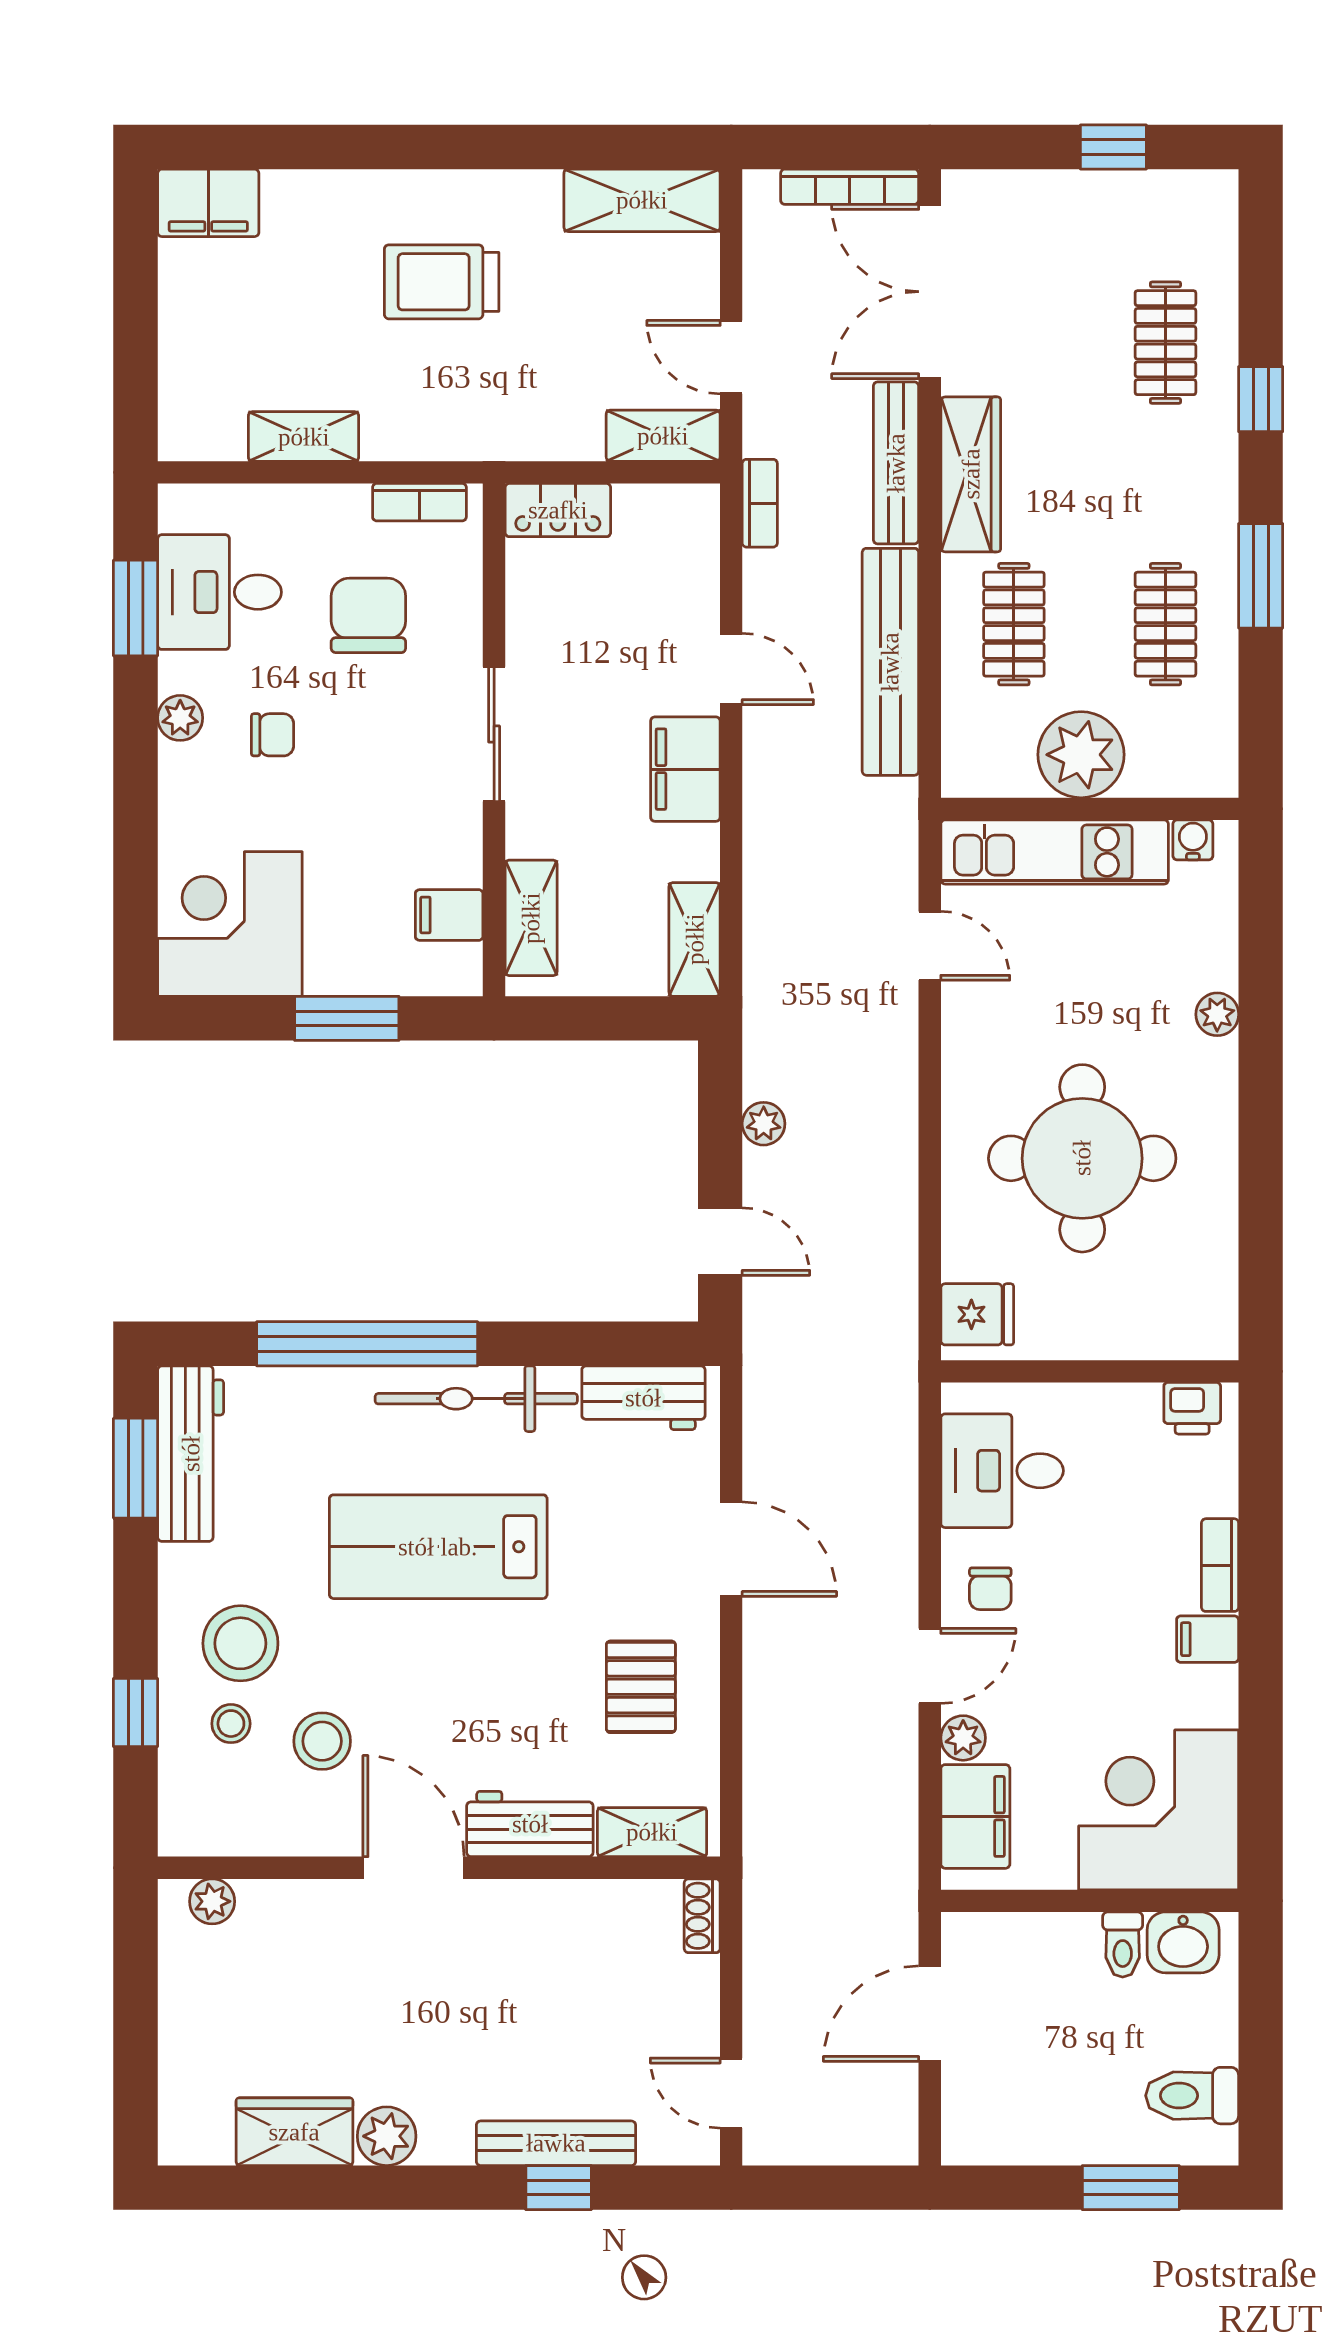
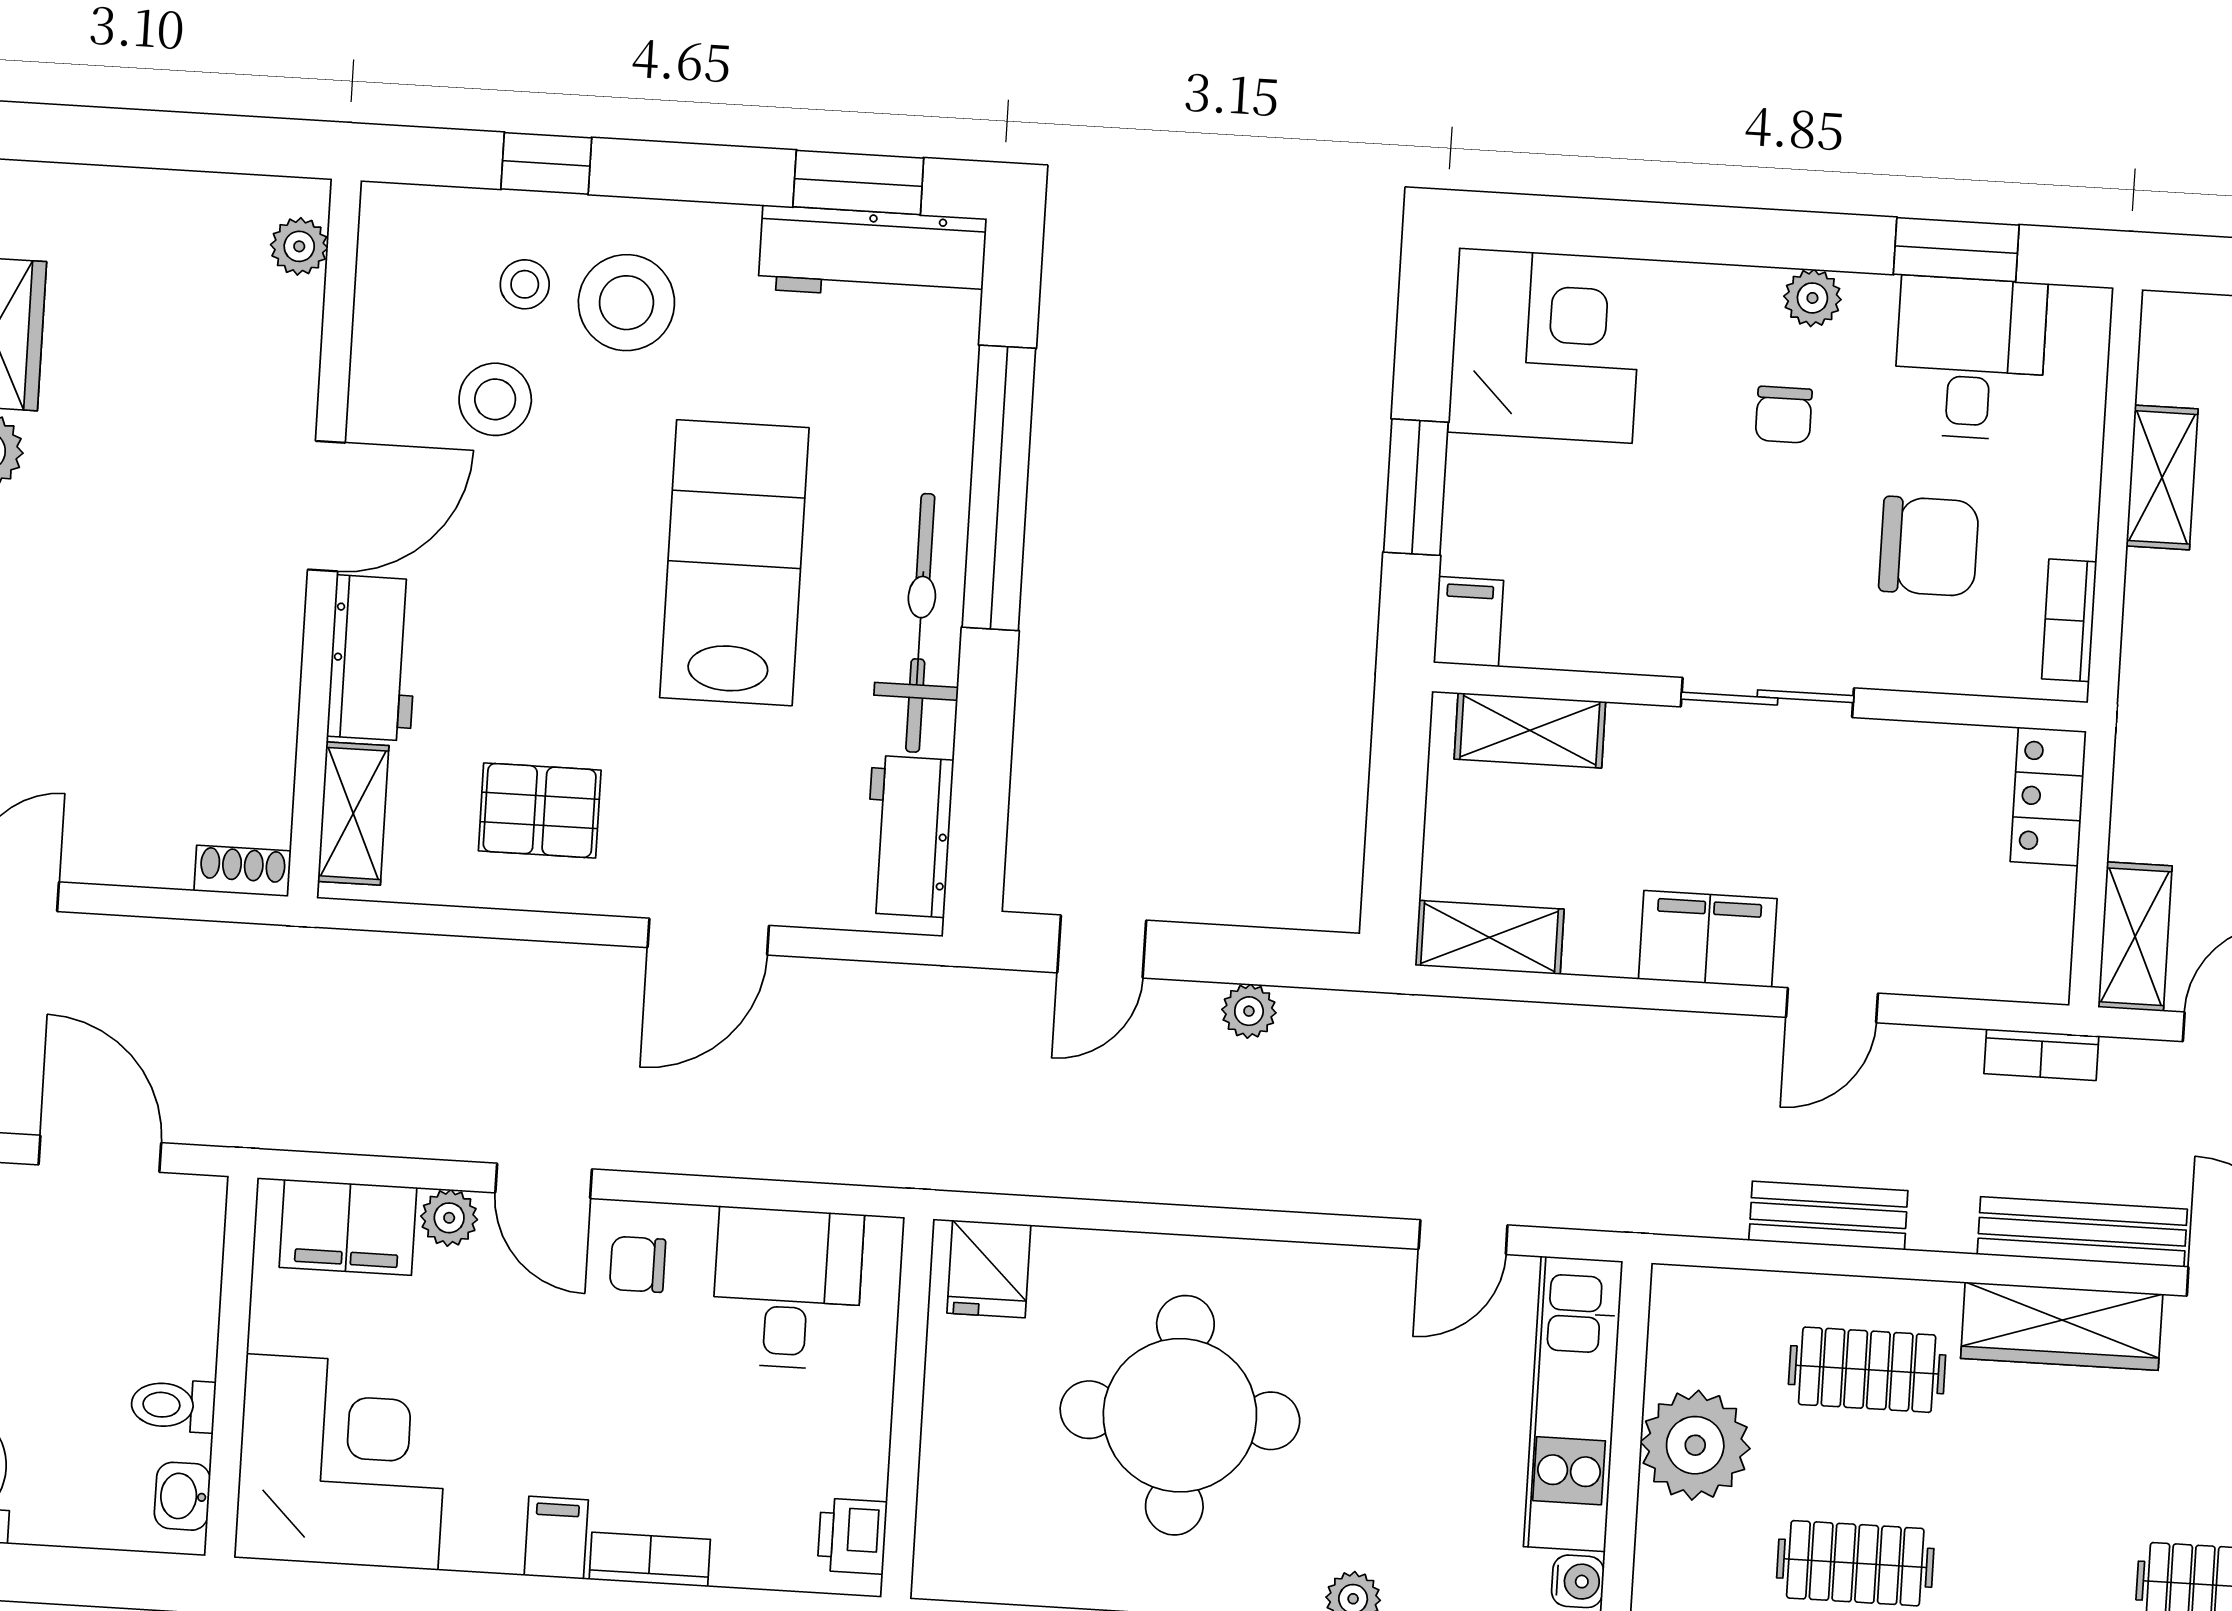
bench: (890, 662) -> (1828, 1216), width x0.54, depth x0.82
filing cabinet: (449, 915) -> (1468, 622), moved
washbasin: (1183, 1942) -> (182, 1496), width x0.72, depth x0.69

